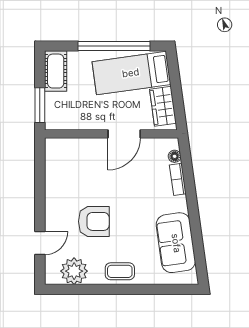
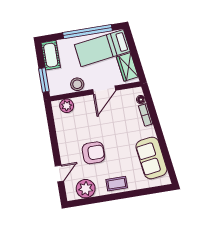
stool: (87, 119) -> (77, 84), added
plant: (66, 148) -> (67, 106), added

